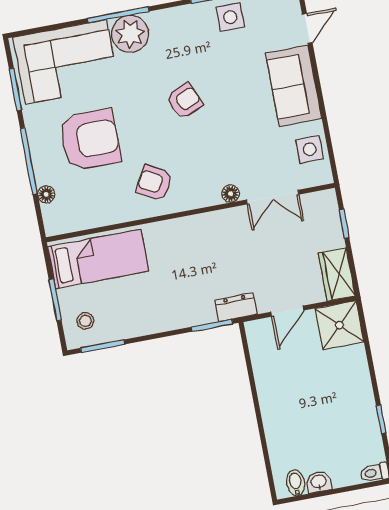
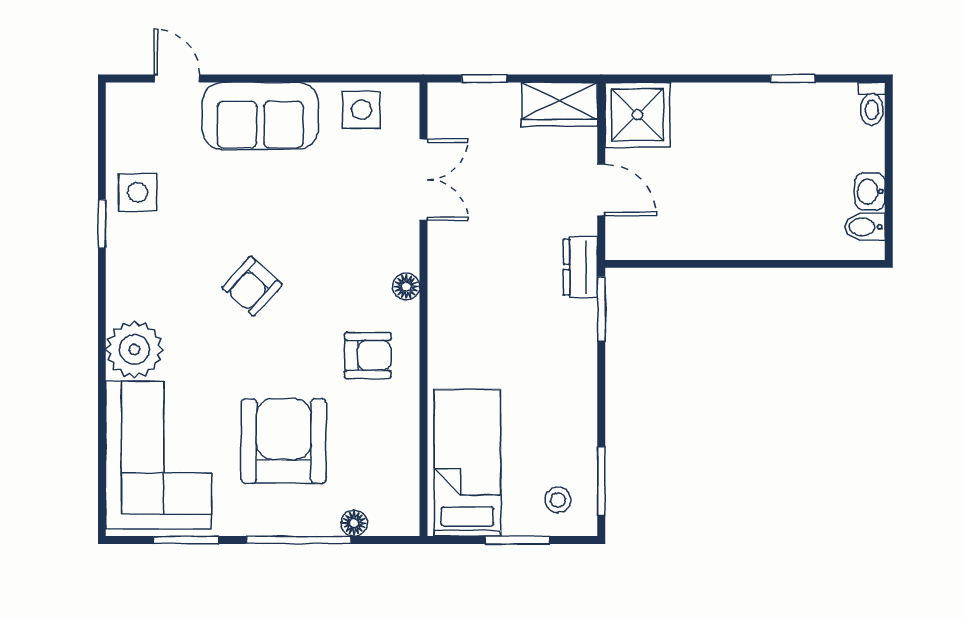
window: (118, 15) -> (102, 362), removed
armchair: (184, 101) -> (252, 286), turned -114
armchair: (154, 183) -> (368, 355), turned -119
floor lamp: (231, 194) -> (406, 287), moved

